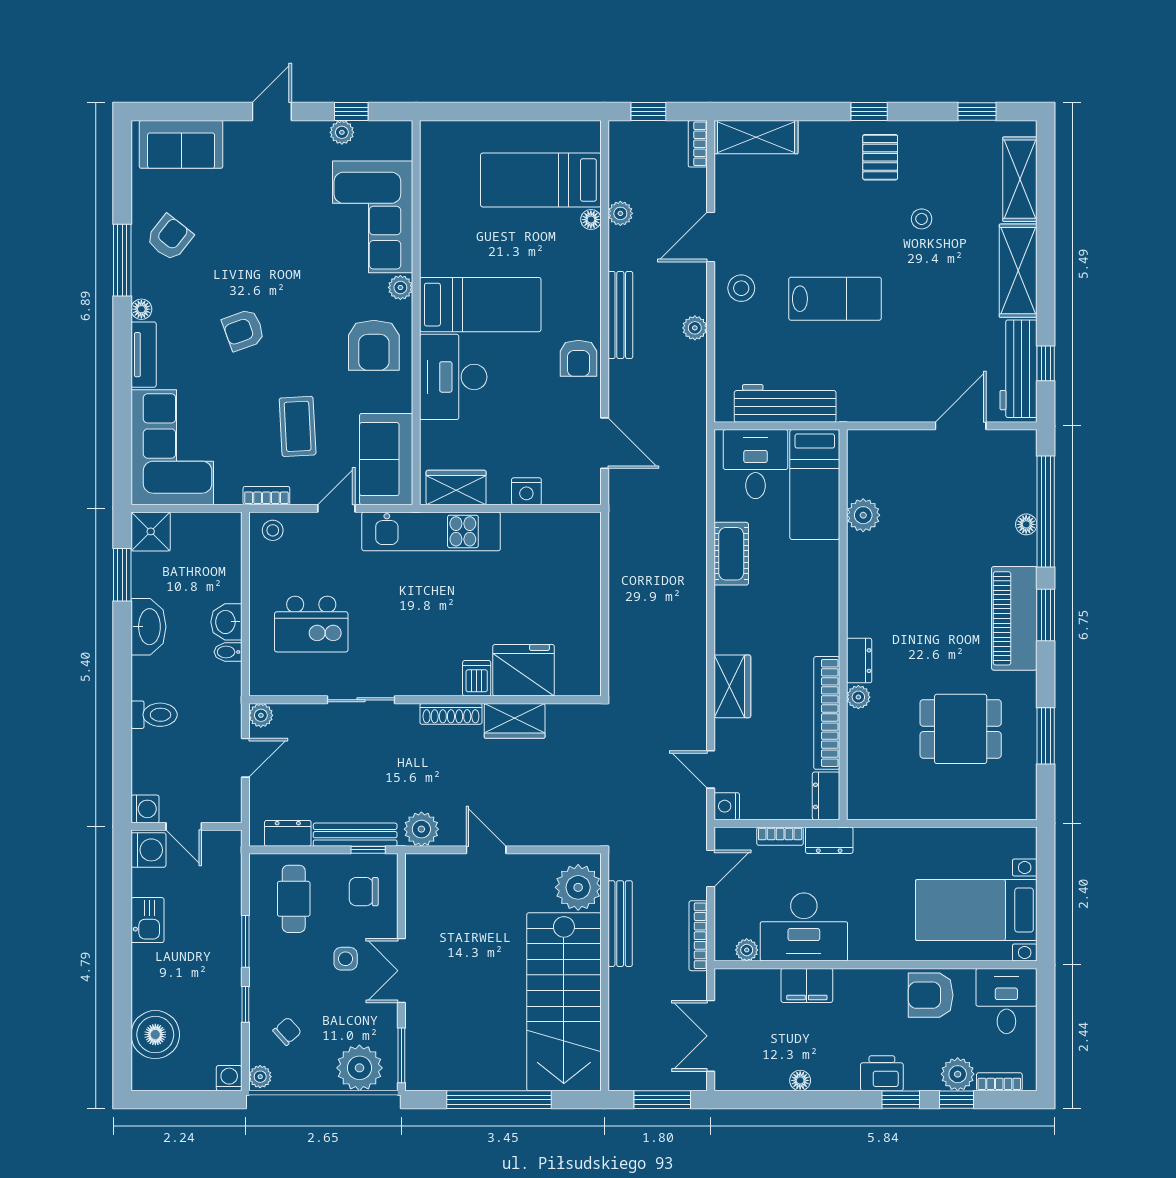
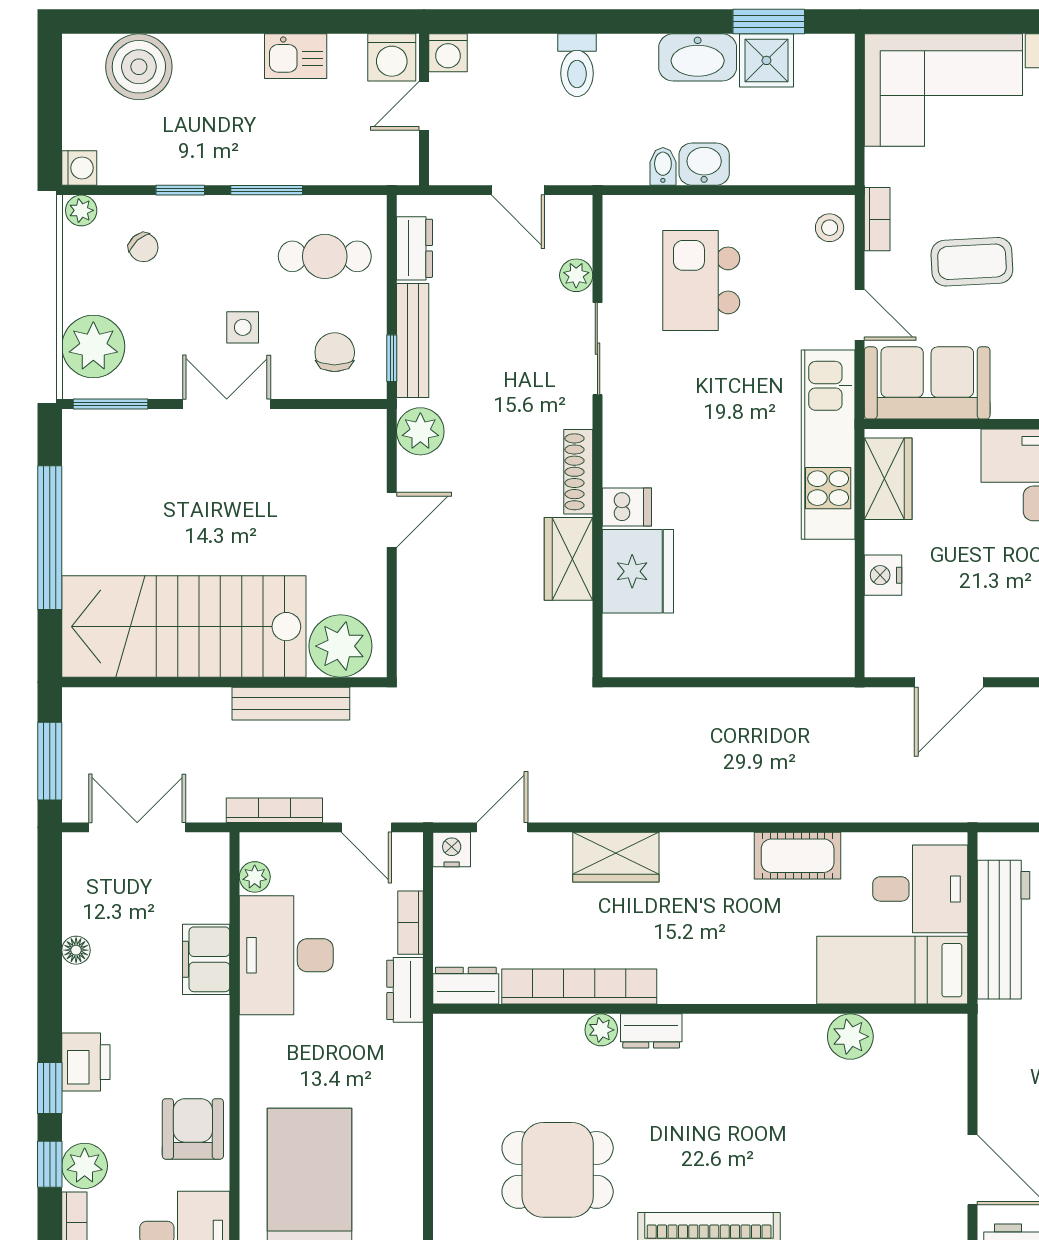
shower: (151, 531) -> (766, 60), moved
plant: (261, 715) -> (576, 275), moved
dining table: (961, 729) -> (558, 1170), turned 90

